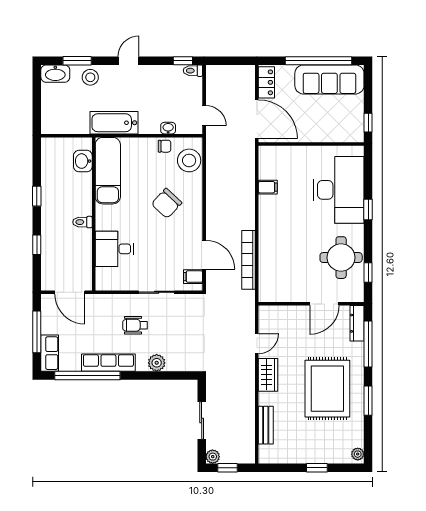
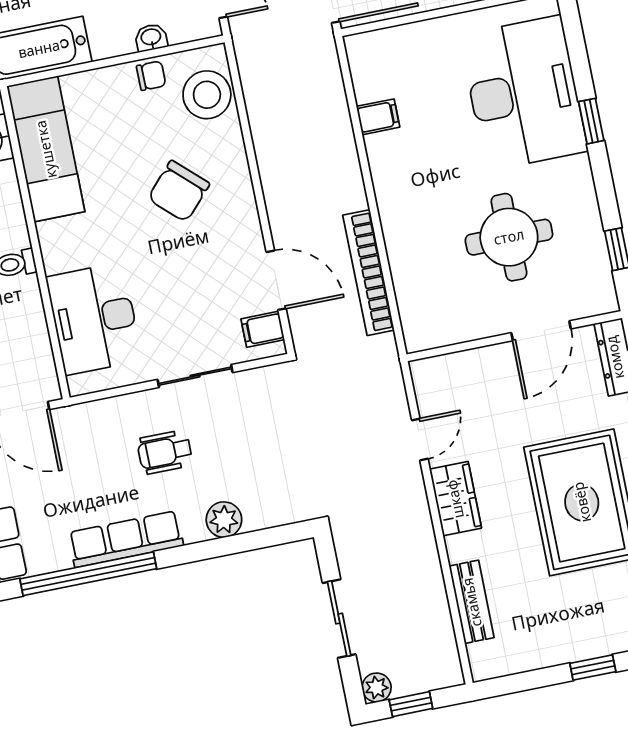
desk: (114, 249) -> (94, 319), width x1.37
round table: (341, 258) -> (509, 237), moved

